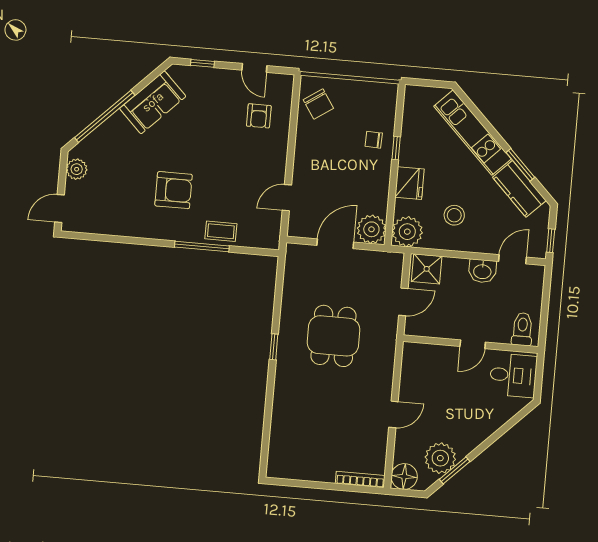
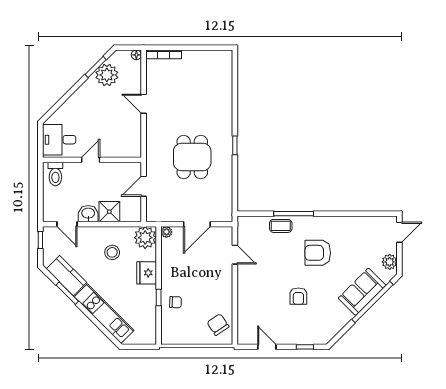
sofa: (153, 102) -> (362, 292), moved
armchair: (259, 116) -> (298, 296), moved, turned 180
door: (287, 198) -> (235, 255), hinge flipped
plant: (371, 229) -> (166, 232), width x0.53, depth x0.53
door: (513, 259) -> (67, 224), hinge flipped
shower: (427, 269) -> (109, 212), moved
door: (393, 414) -> (144, 104), hinge flipped
floor lamp: (404, 476) -> (136, 55), width x0.53, depth x0.53

